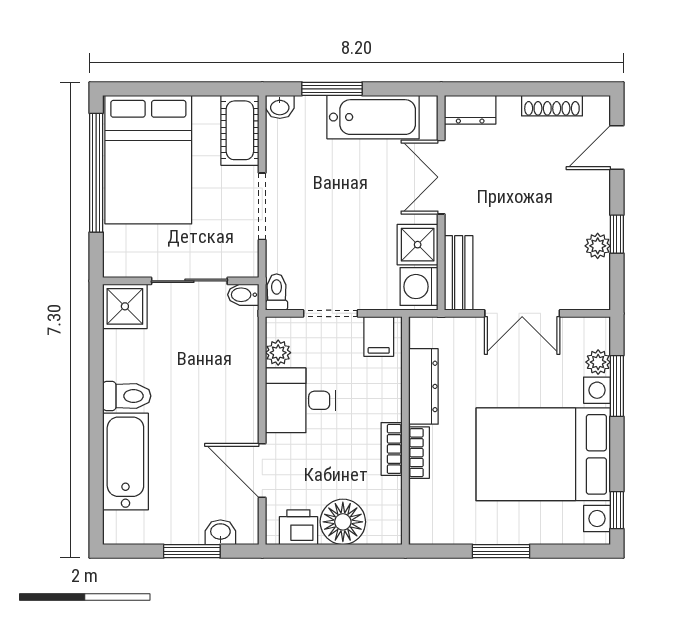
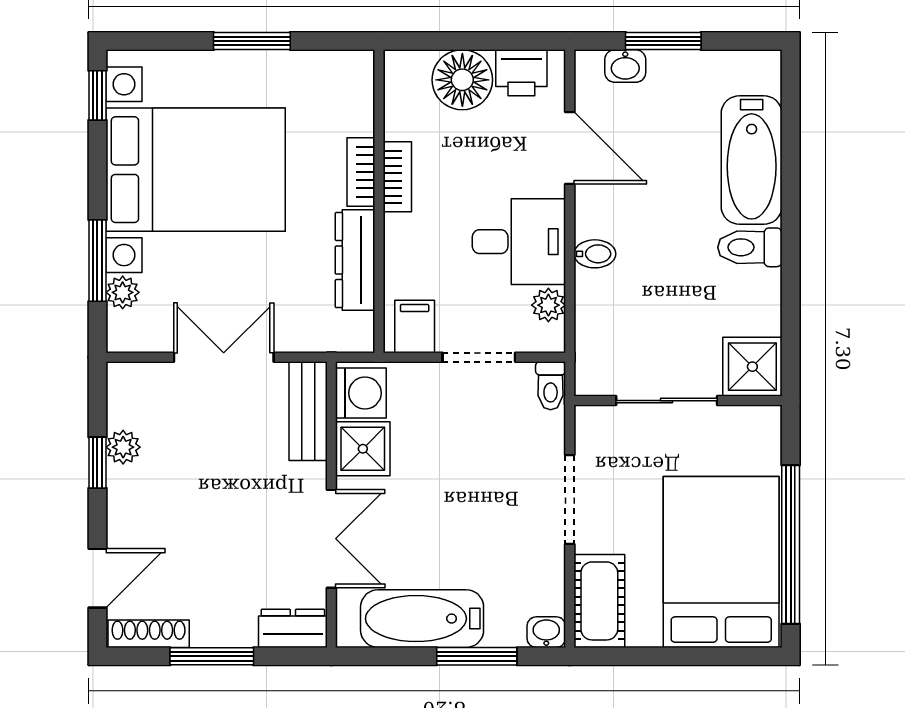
window: (531, 89) -> (212, 656), added
shoe rack: (552, 106) -> (149, 634), moved
bidet: (243, 295) -> (595, 254), moved

